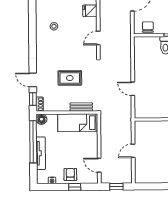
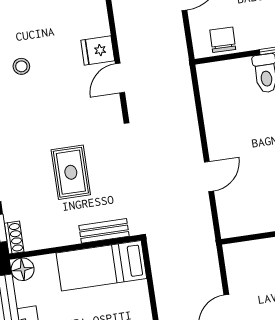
fridge: (90, 11) -> (98, 51), moved
rug: (70, 78) -> (71, 172), turned 90
door: (133, 89) -> (209, 177), swing flipped

